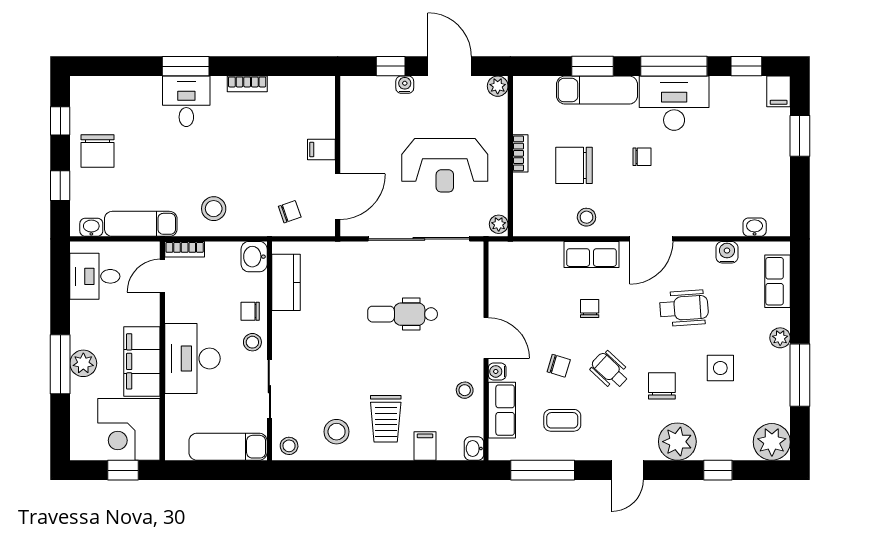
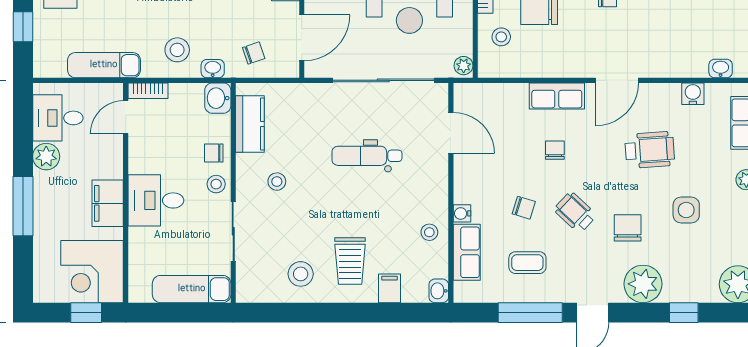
stool: (586, 217) -> (501, 37), moved
washbasin: (91, 227) -> (213, 69), moved
door: (486, 338) -> (451, 133), moved
desk: (192, 358) -> (156, 200), width x0.73
filing cabinet: (142, 361) -> (108, 203), width x0.67, depth x0.86
plant: (83, 363) -> (46, 157), moved
stool: (289, 446) -> (277, 182), moved
window: (543, 470) -> (530, 313), moved

